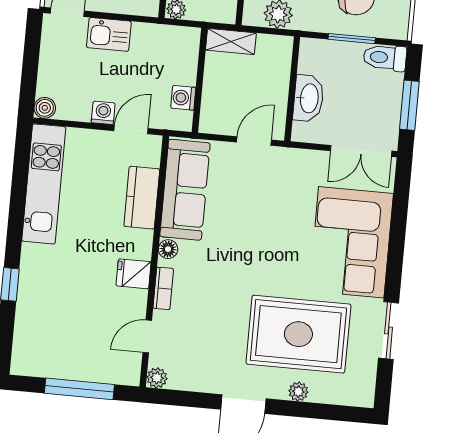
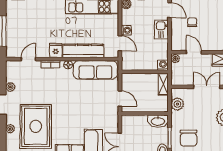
washing machine: (183, 98) -> (163, 65), moved
washbasin: (308, 98) -> (158, 121), moved
kitchen counter: (142, 198) -> (83, 51), width x1.50
door: (147, 336) -> (28, 59), hinge flipped
plant: (157, 378) -> (10, 87), moved

